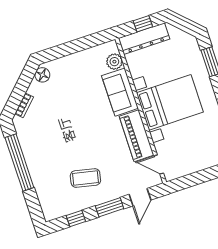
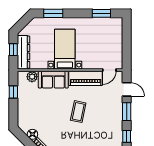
window: (85, 43) -> (13, 92), added
floor lamp: (42, 75) -> (32, 134), moved
bed with nightstands: (170, 102) -> (65, 49), width x0.73
coffee table: (85, 178) -> (78, 112), moved

